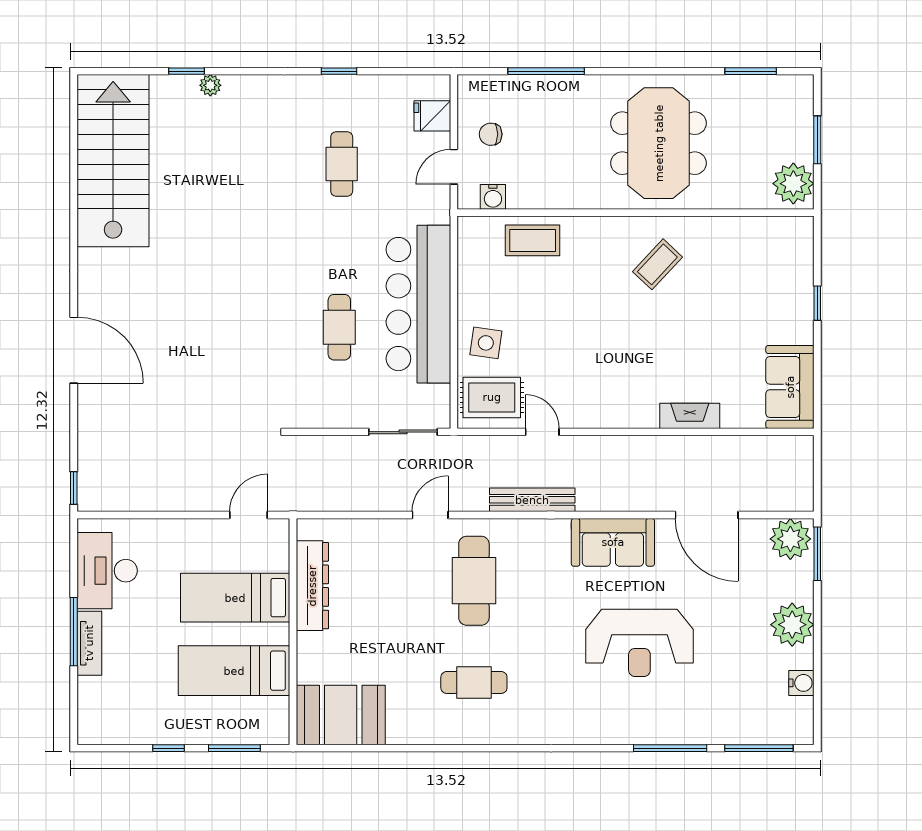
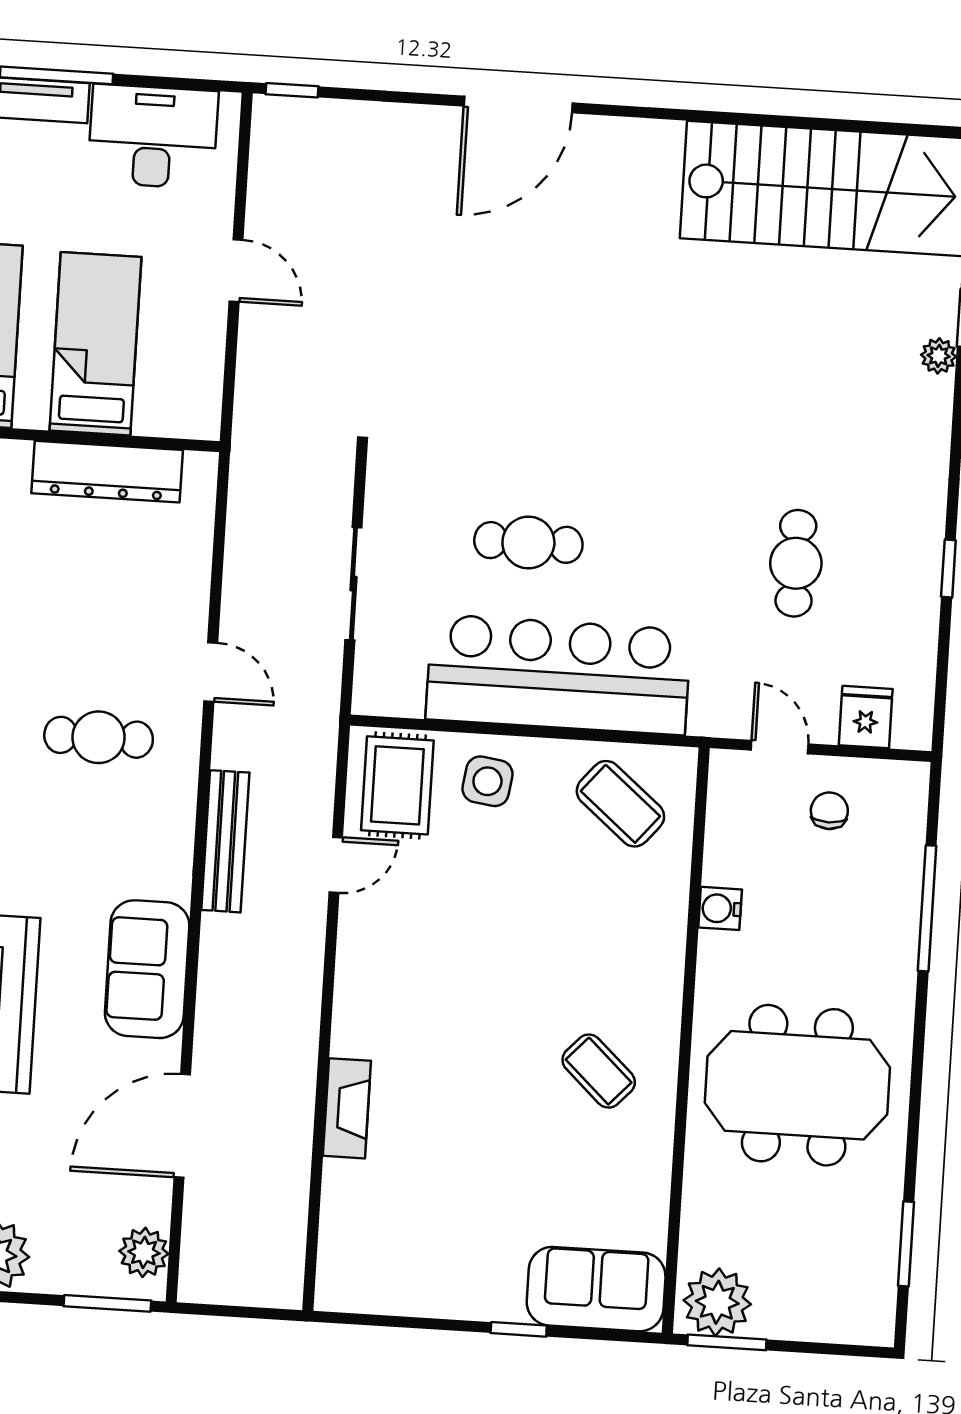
window: (817, 140) -> (727, 1342), moved
cafe table: (342, 164) -> (796, 563), turned 90
water cooler: (493, 197) -> (720, 908), moved
coffee table: (533, 240) -> (620, 804), moved, turned -50
sofa: (790, 387) -> (596, 1289), moved
sliding door: (403, 432) -> (353, 584), moved
door: (249, 515) -> (236, 271), moved
plant: (790, 539) -> (144, 1252), width x0.73, depth x0.73
cafe table: (474, 581) -> (99, 737), width x0.73, depth x0.74

